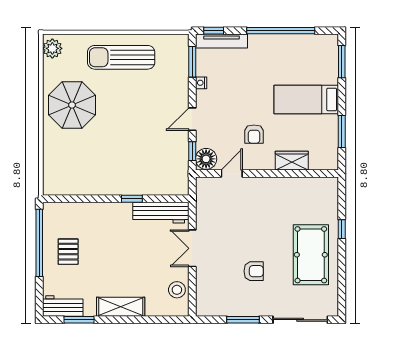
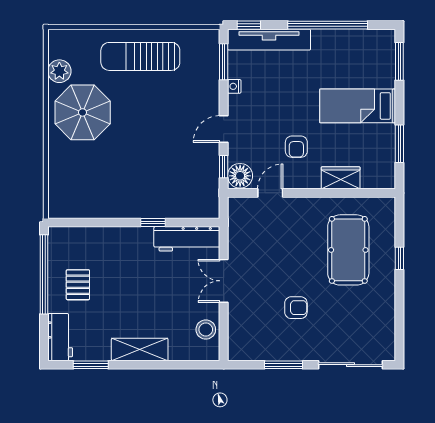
tv unit: (221, 41) -> (269, 40), width x1.36, depth x1.29
plant: (52, 48) -> (59, 71), moved
pool table: (311, 255) -> (348, 250), moved
workbench: (63, 306) -> (60, 337), moved, turned 90

